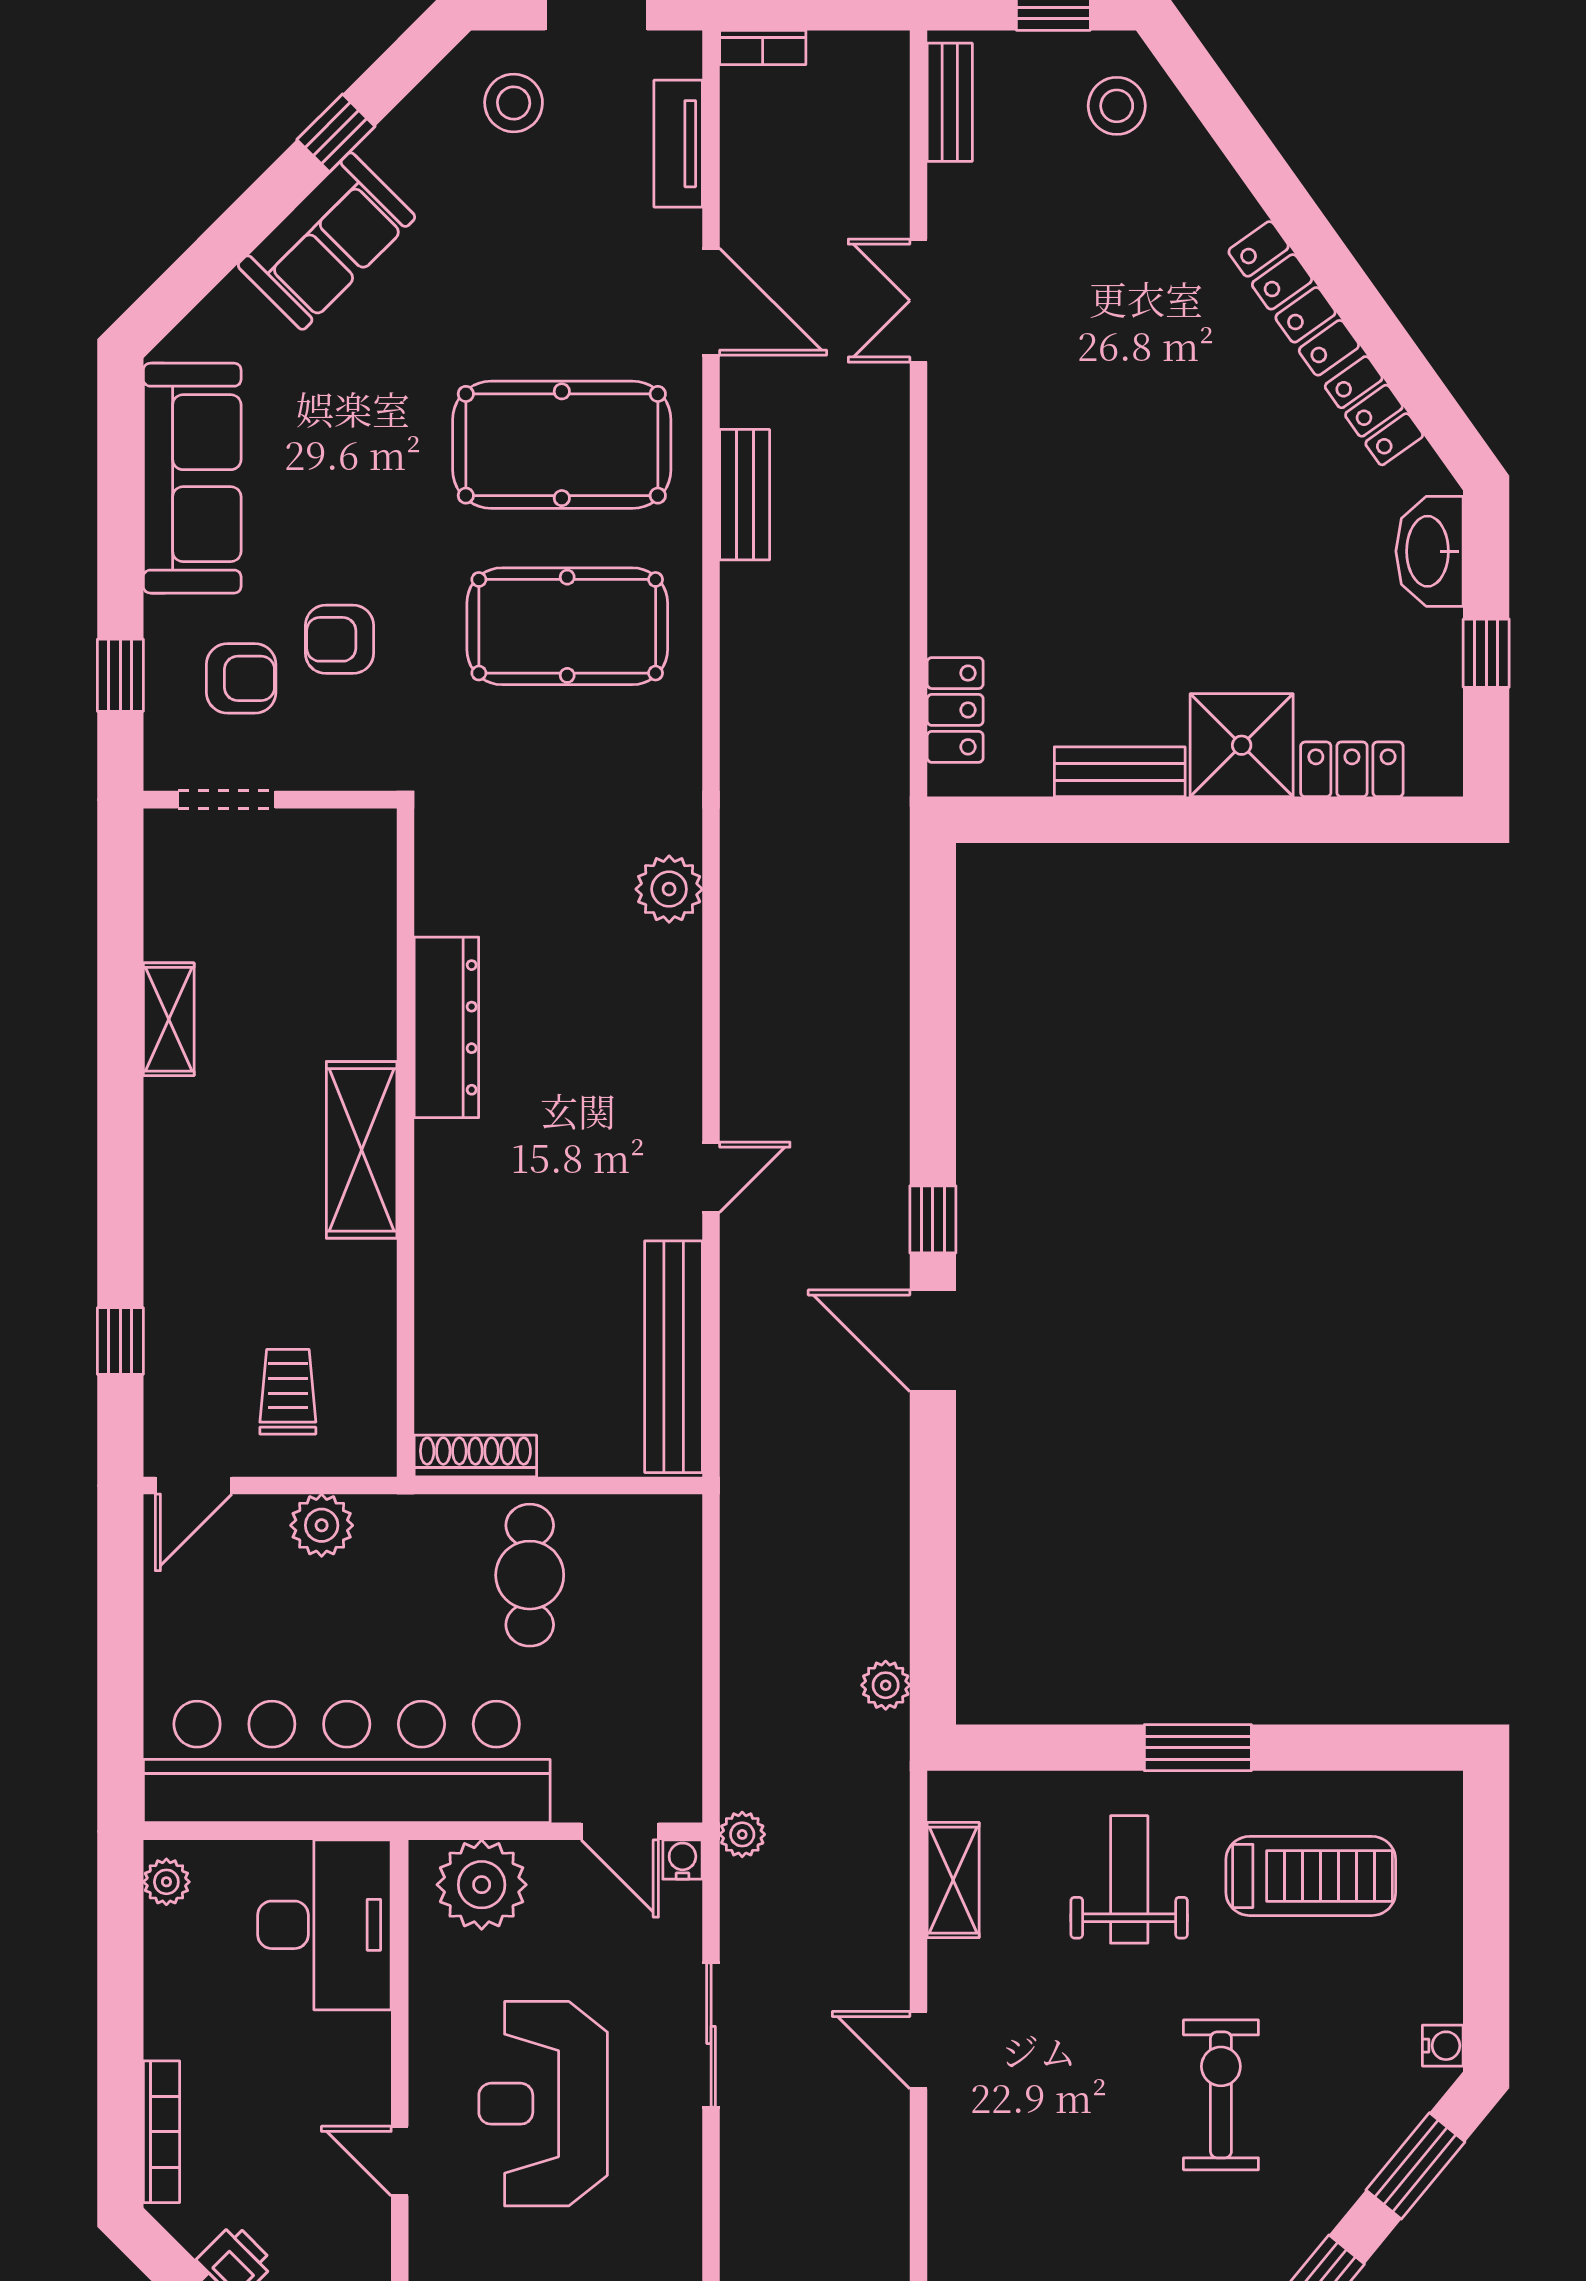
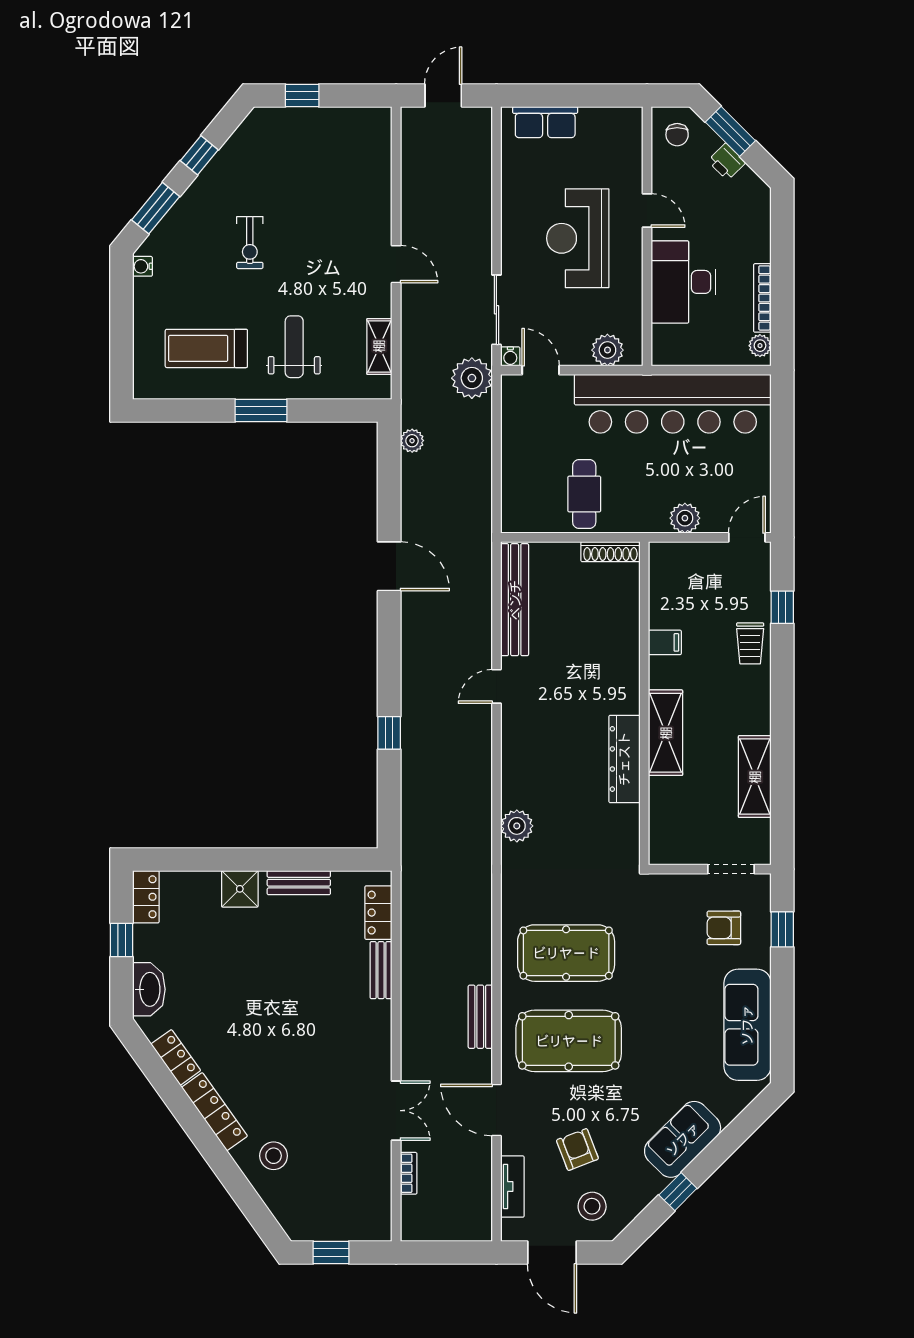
bookcase: (763, 47) -> (409, 1173), moved, turned 90
bench: (950, 102) -> (381, 970), moved
stool: (1117, 106) -> (274, 1156), moved
armchair: (339, 639) -> (577, 1149), moved, turned -111
shower: (1242, 745) -> (240, 889), width x0.73, depth x0.73
locker: (1352, 769) -> (146, 897), moved, turned -90
shelving: (169, 1019) -> (755, 777), width x1.50, depth x1.33
shelving: (362, 1150) -> (666, 733), moved
window: (933, 1219) -> (389, 733), moved
filing cabinet: (363, 1268) -> (665, 642), added
door: (933, 1341) -> (389, 566), moved
trolley: (288, 1392) -> (750, 643), moved
plant: (742, 1834) -> (472, 378), width x1.88, depth x1.88
weight bench: (1129, 1879) -> (294, 347), turned 180
plant: (482, 1885) -> (607, 350), width x0.73, depth x0.73
desk: (324, 1925) -> (684, 282), moved
sliding door: (711, 2035) -> (496, 310), moved
exercise bike: (1221, 2095) -> (250, 243), width x0.73, depth x0.72
reception desk: (543, 2104) -> (578, 238), turned 180
bookcase: (162, 2132) -> (762, 298), moved

